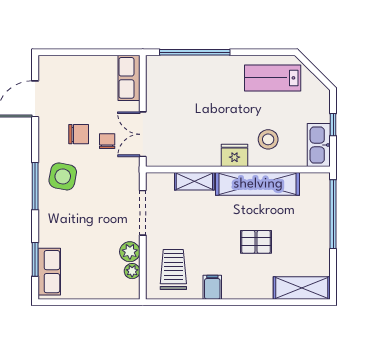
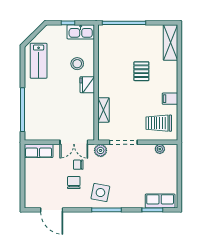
shelving: (258, 184) -> (105, 70), removed
plant: (130, 252) -> (101, 150), moved

